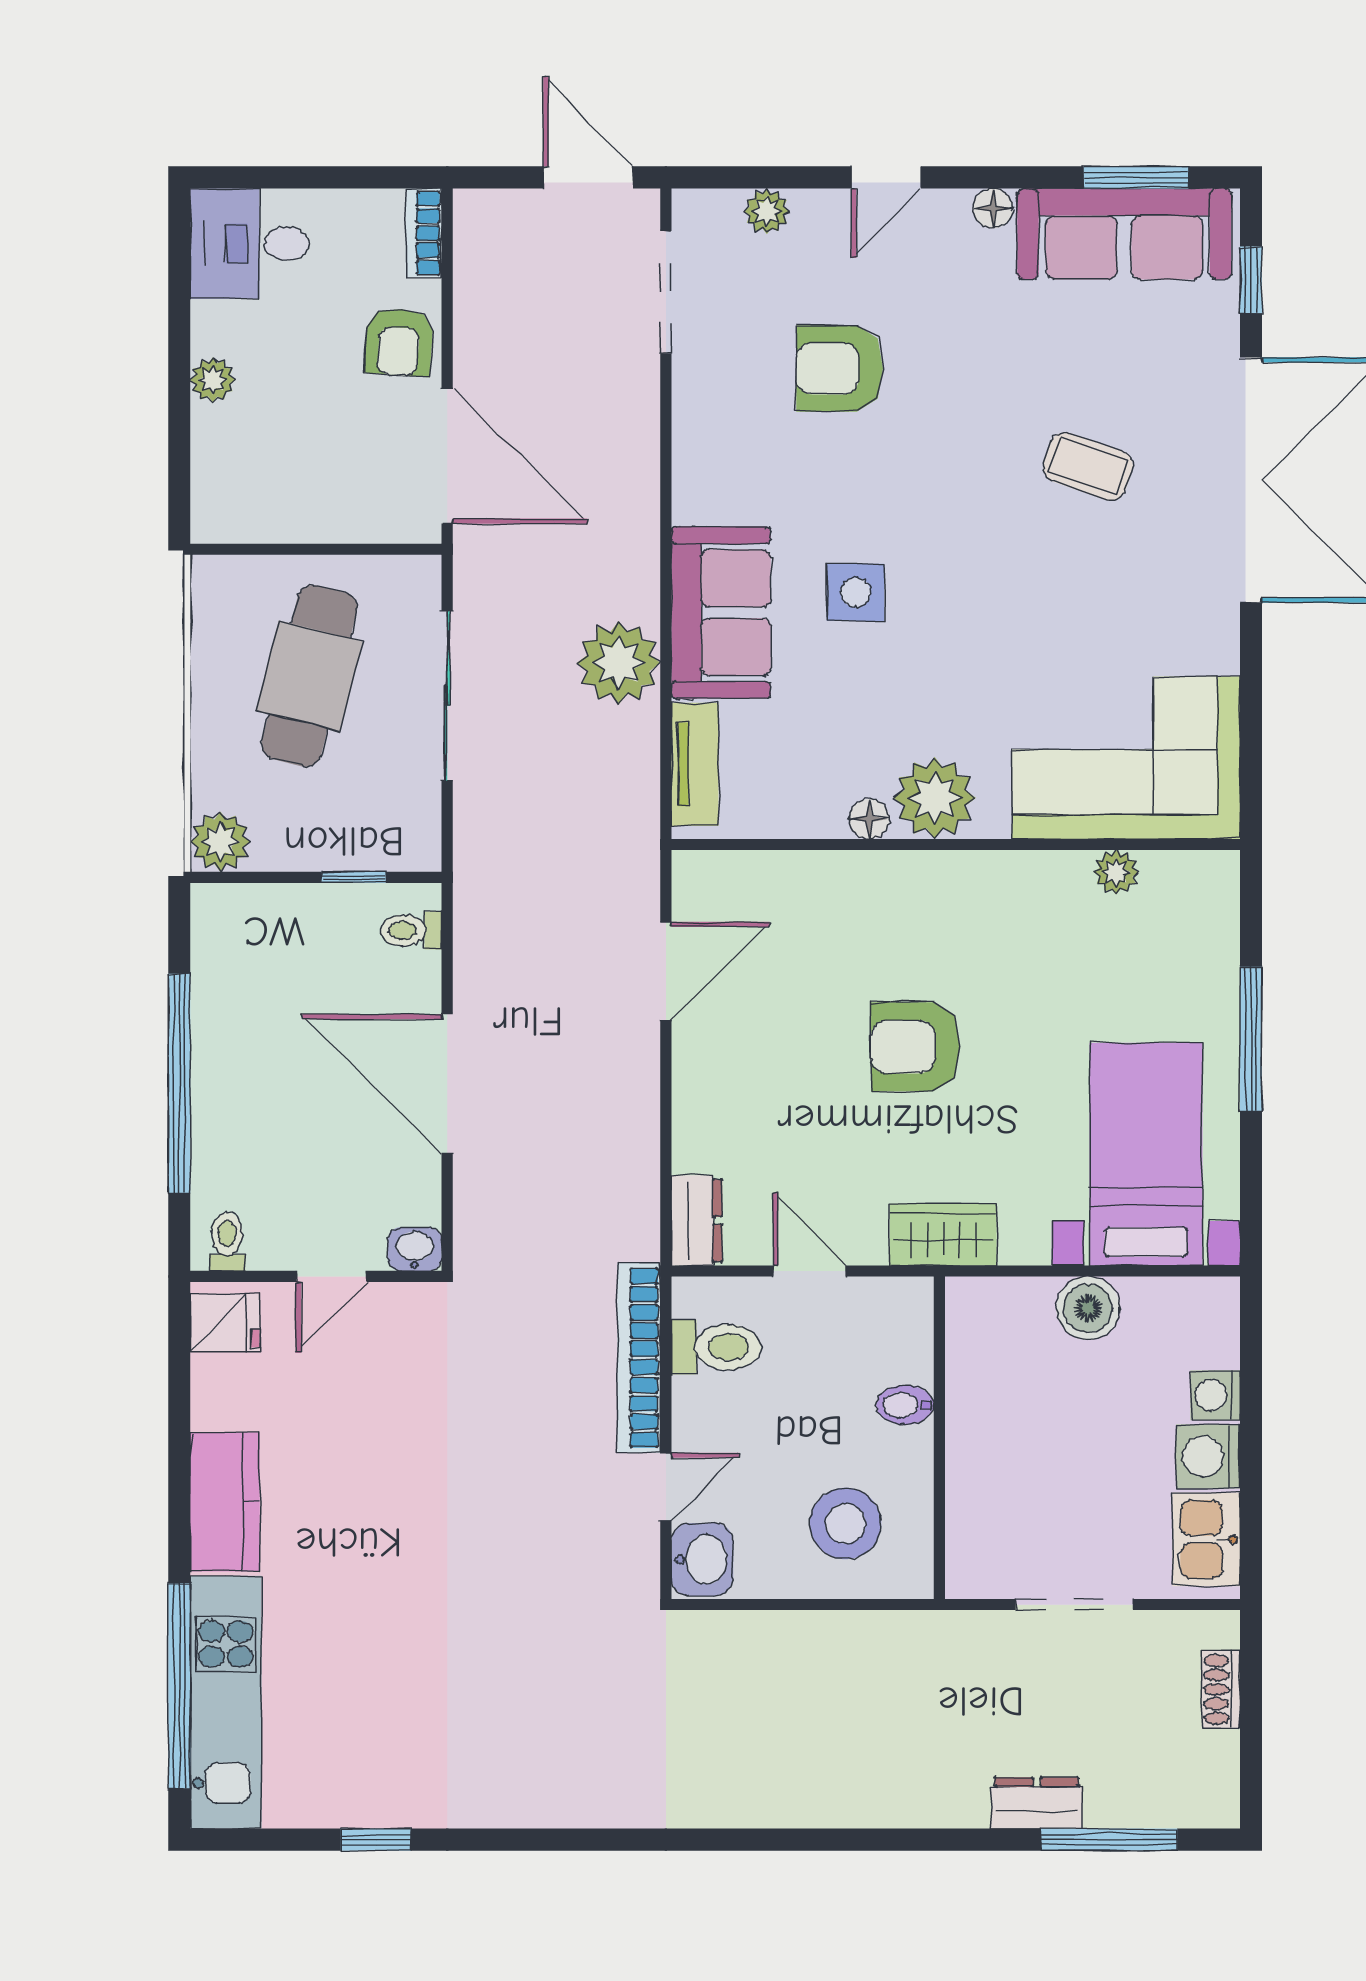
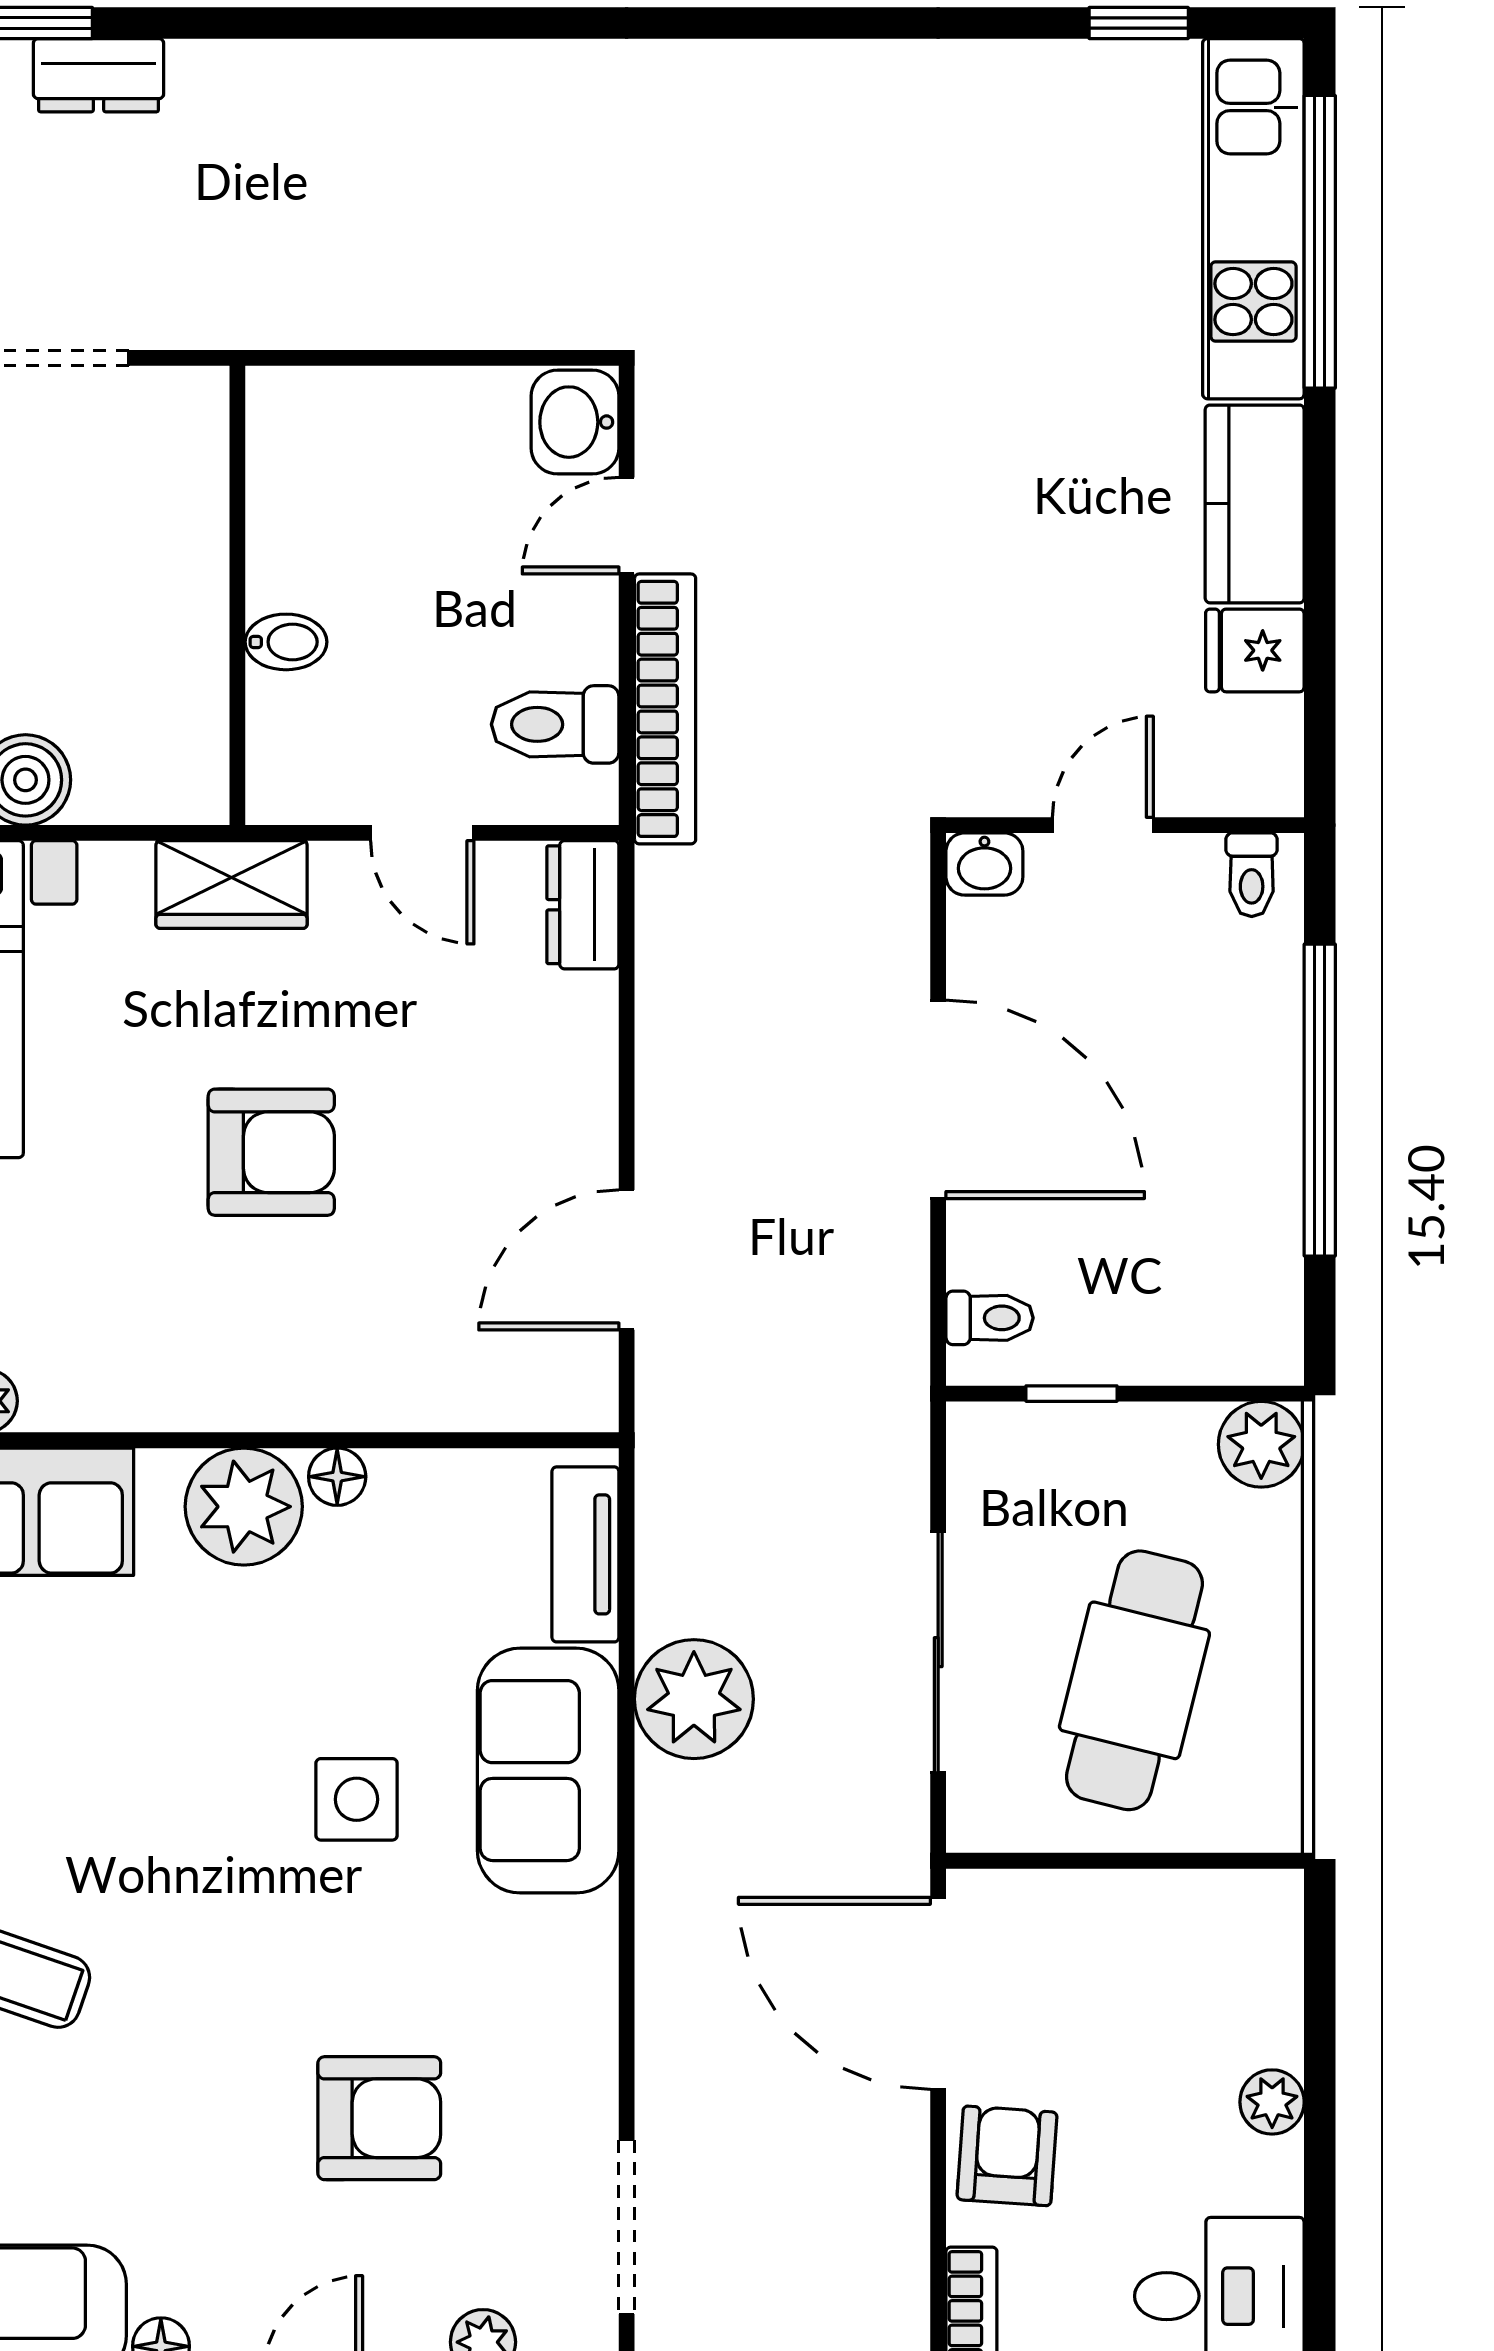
fridge: (225, 1323) -> (1255, 650), moved
stool: (845, 1523) -> (371, 473), removed
window: (376, 1840) -> (1139, 23), moved

